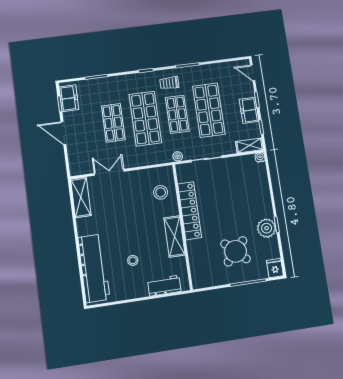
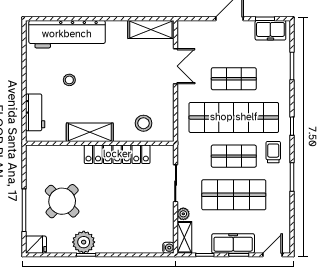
freezer: (249, 110) -> (233, 243), width x1.40
shop shelf: (145, 119) -> (234, 117), width x1.40
plant: (178, 156) -> (183, 214), moved

